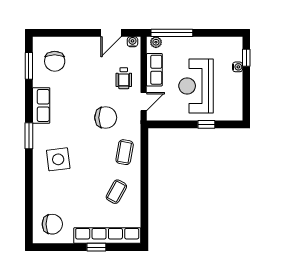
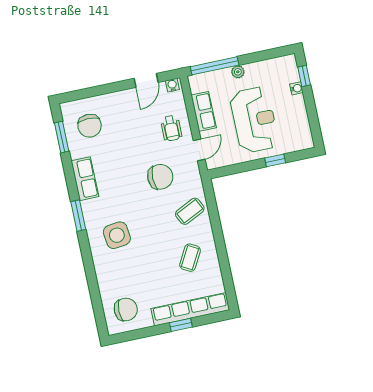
plant: (156, 42) -> (238, 72), moved
reception desk: (196, 86) -> (254, 120), turned 180
coffee table: (125, 152) -> (190, 211), turned 54

